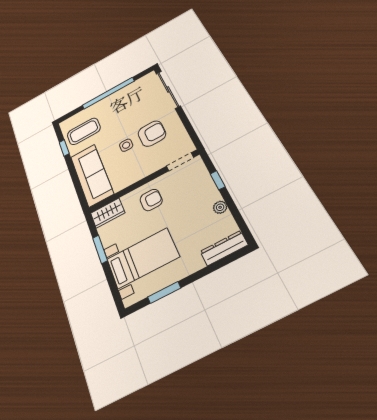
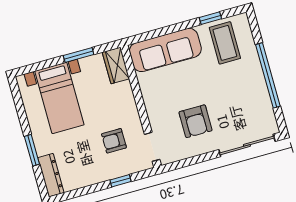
side table: (126, 145) -> (190, 91), removed
armchair: (151, 200) -> (114, 141), moved, turned 90
plant: (220, 207) -> (92, 178), removed
window: (164, 293) -> (32, 150), moved

